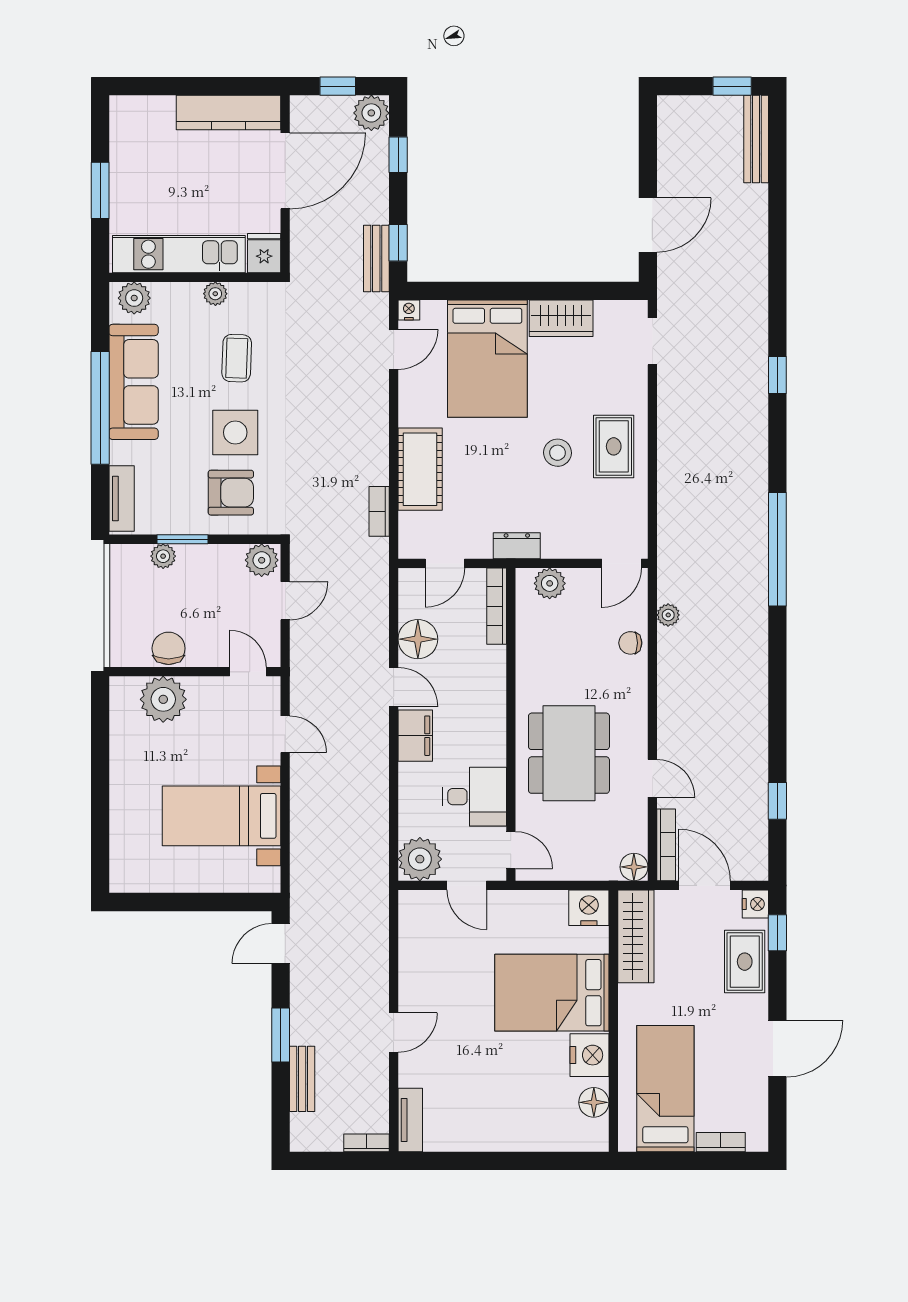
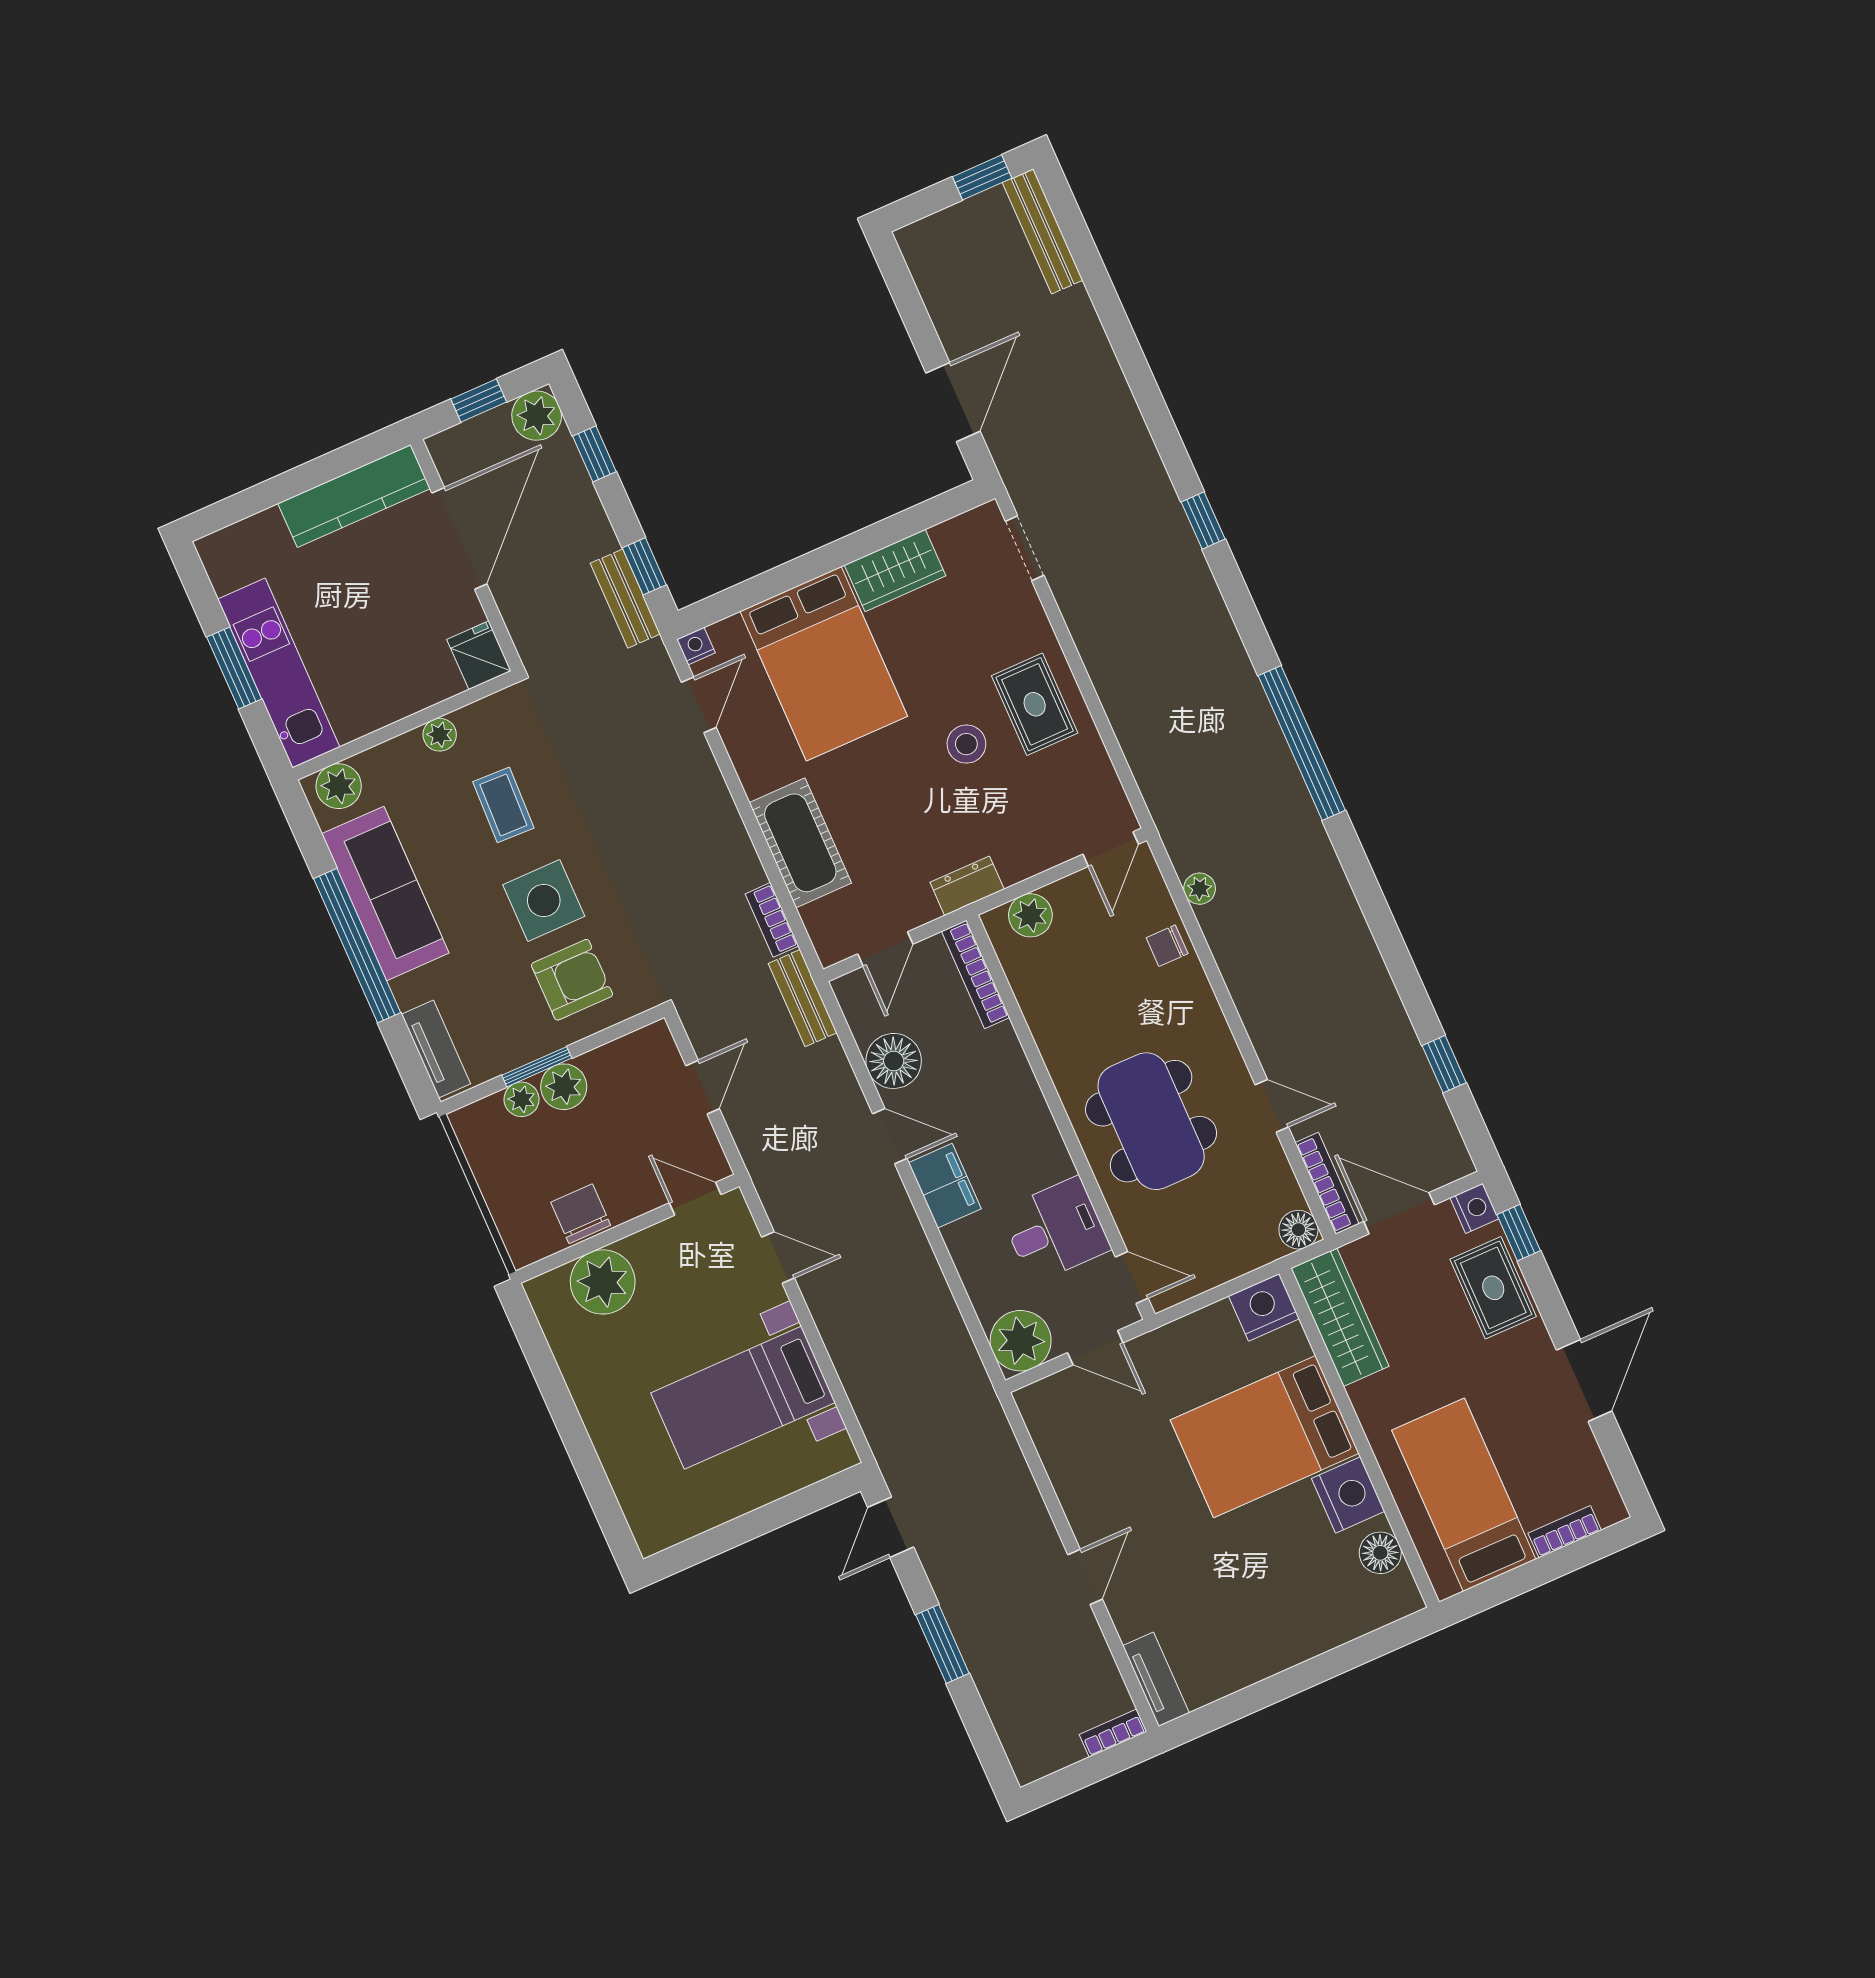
kitchen unit: (179, 254) -> (279, 673), moved, turned 90
plant: (262, 560) -> (564, 1087), moved
bench: (302, 1079) -> (803, 998), moved

